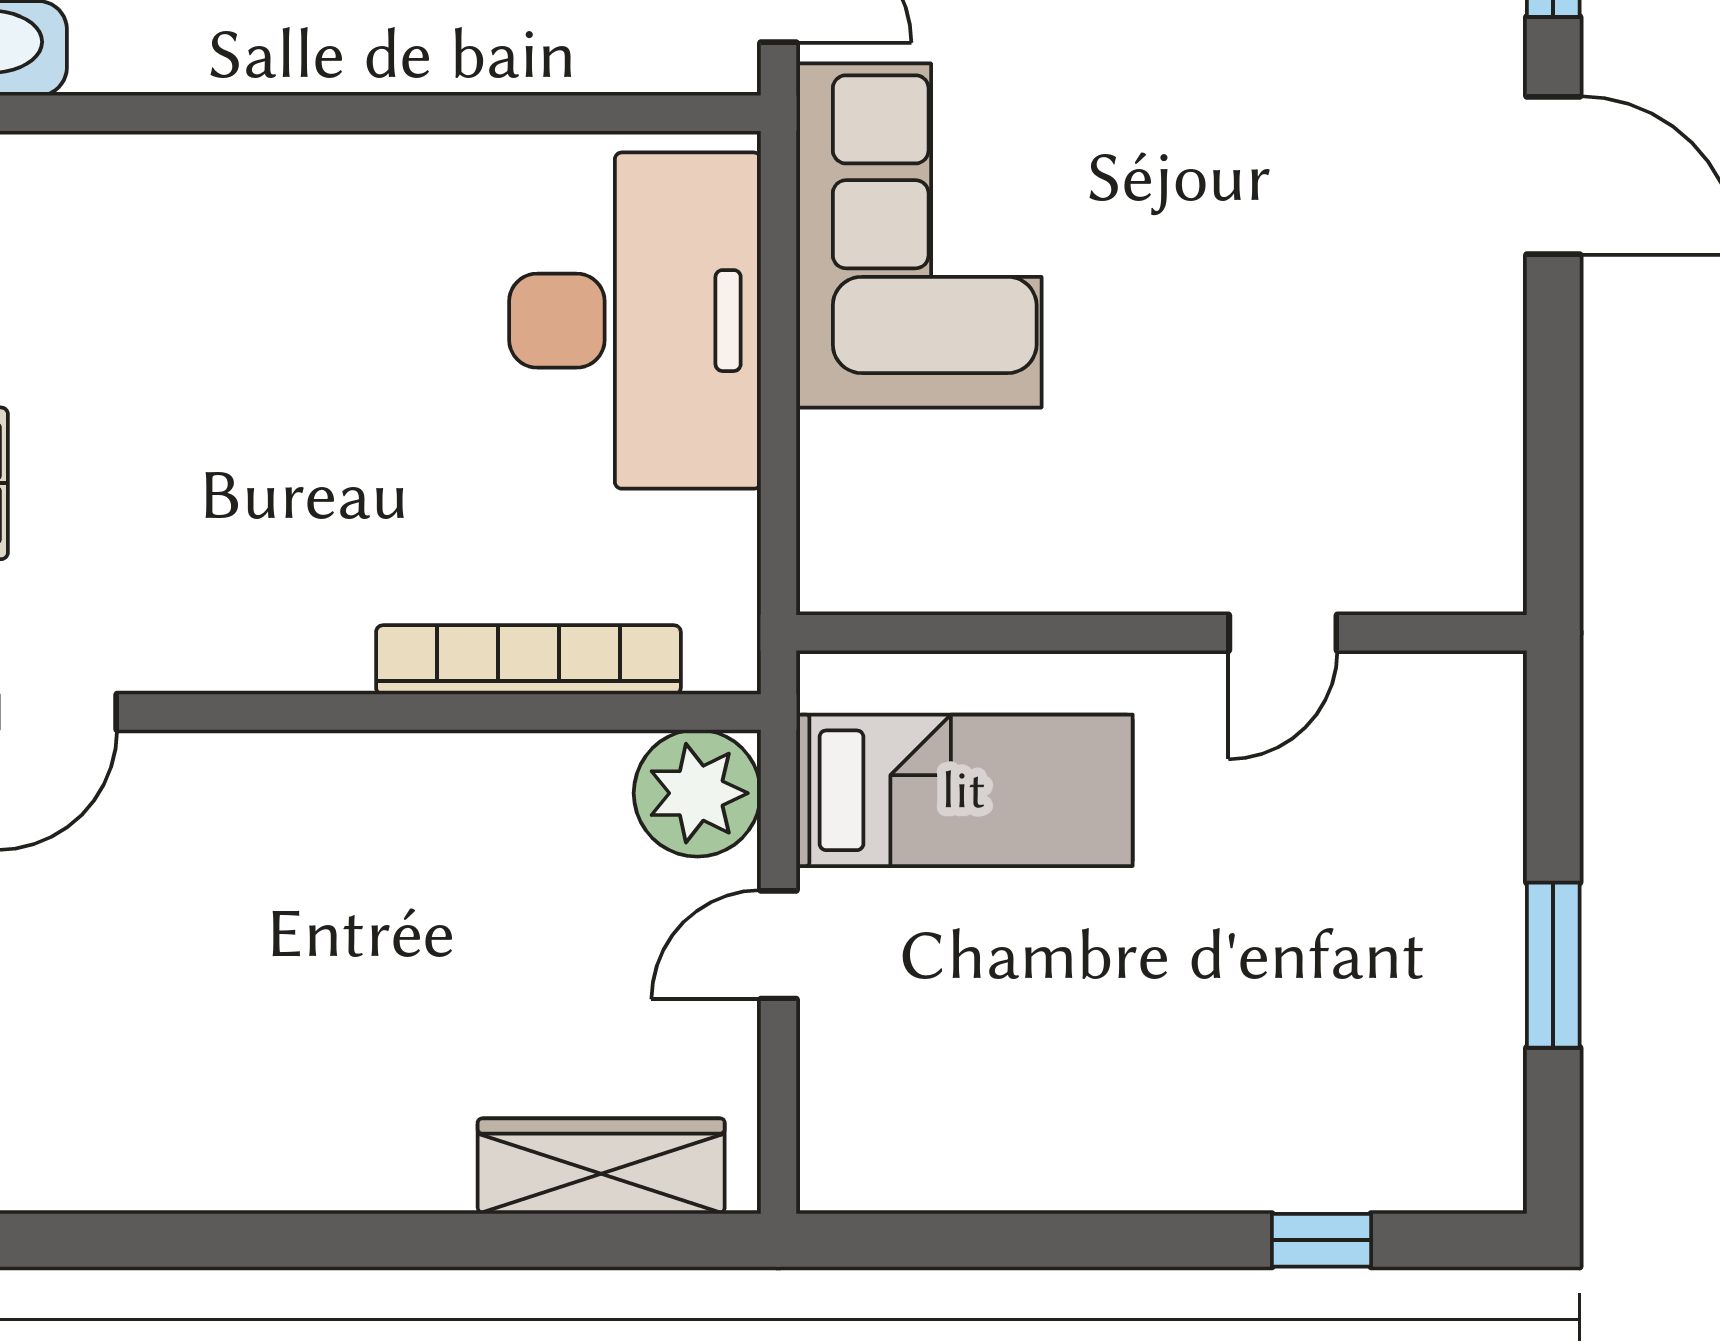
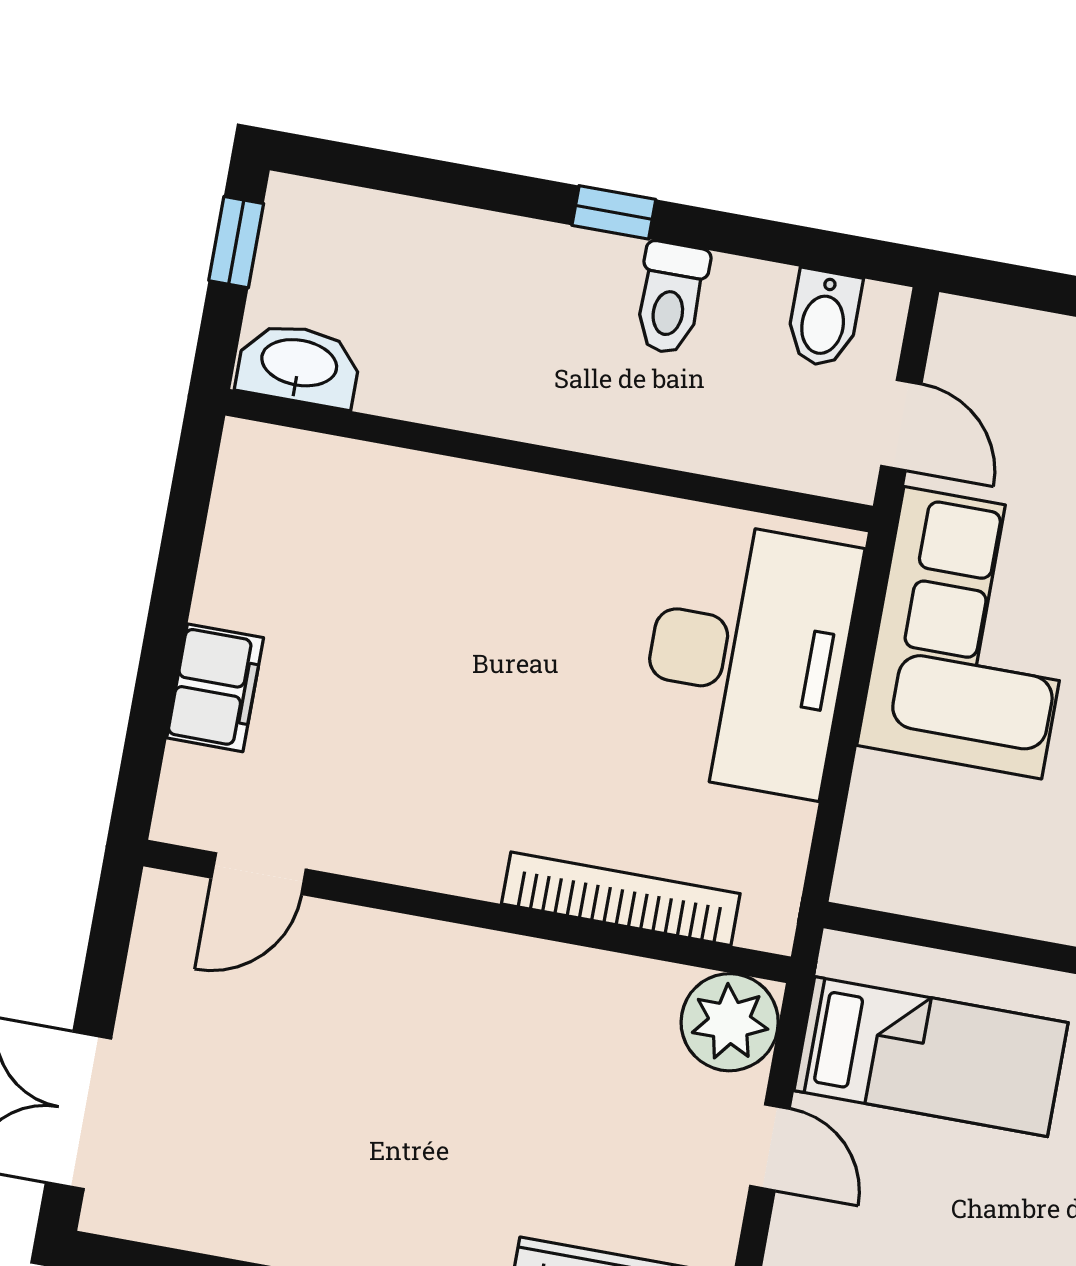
door: (778, 945) -> (770, 1147), swing flipped

